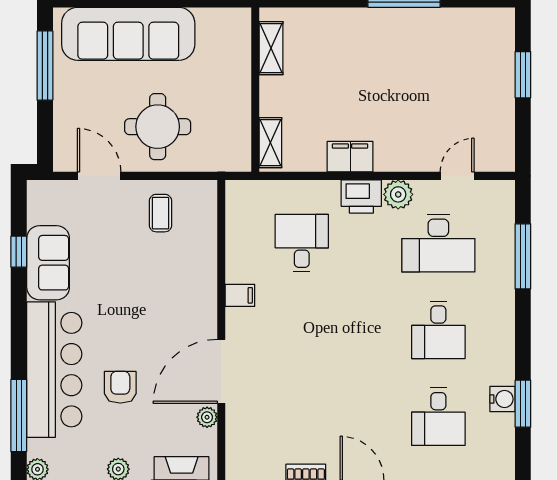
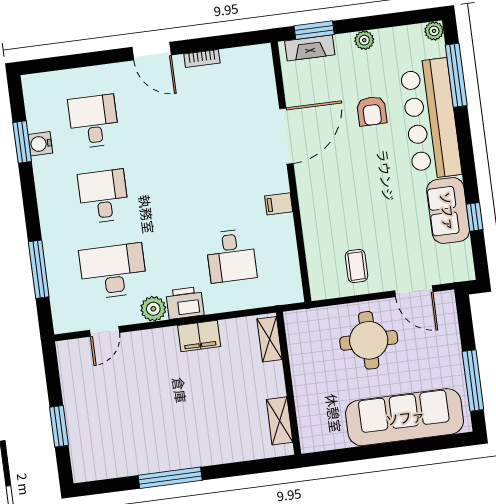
plant: (207, 417) -> (293, 95), removed

